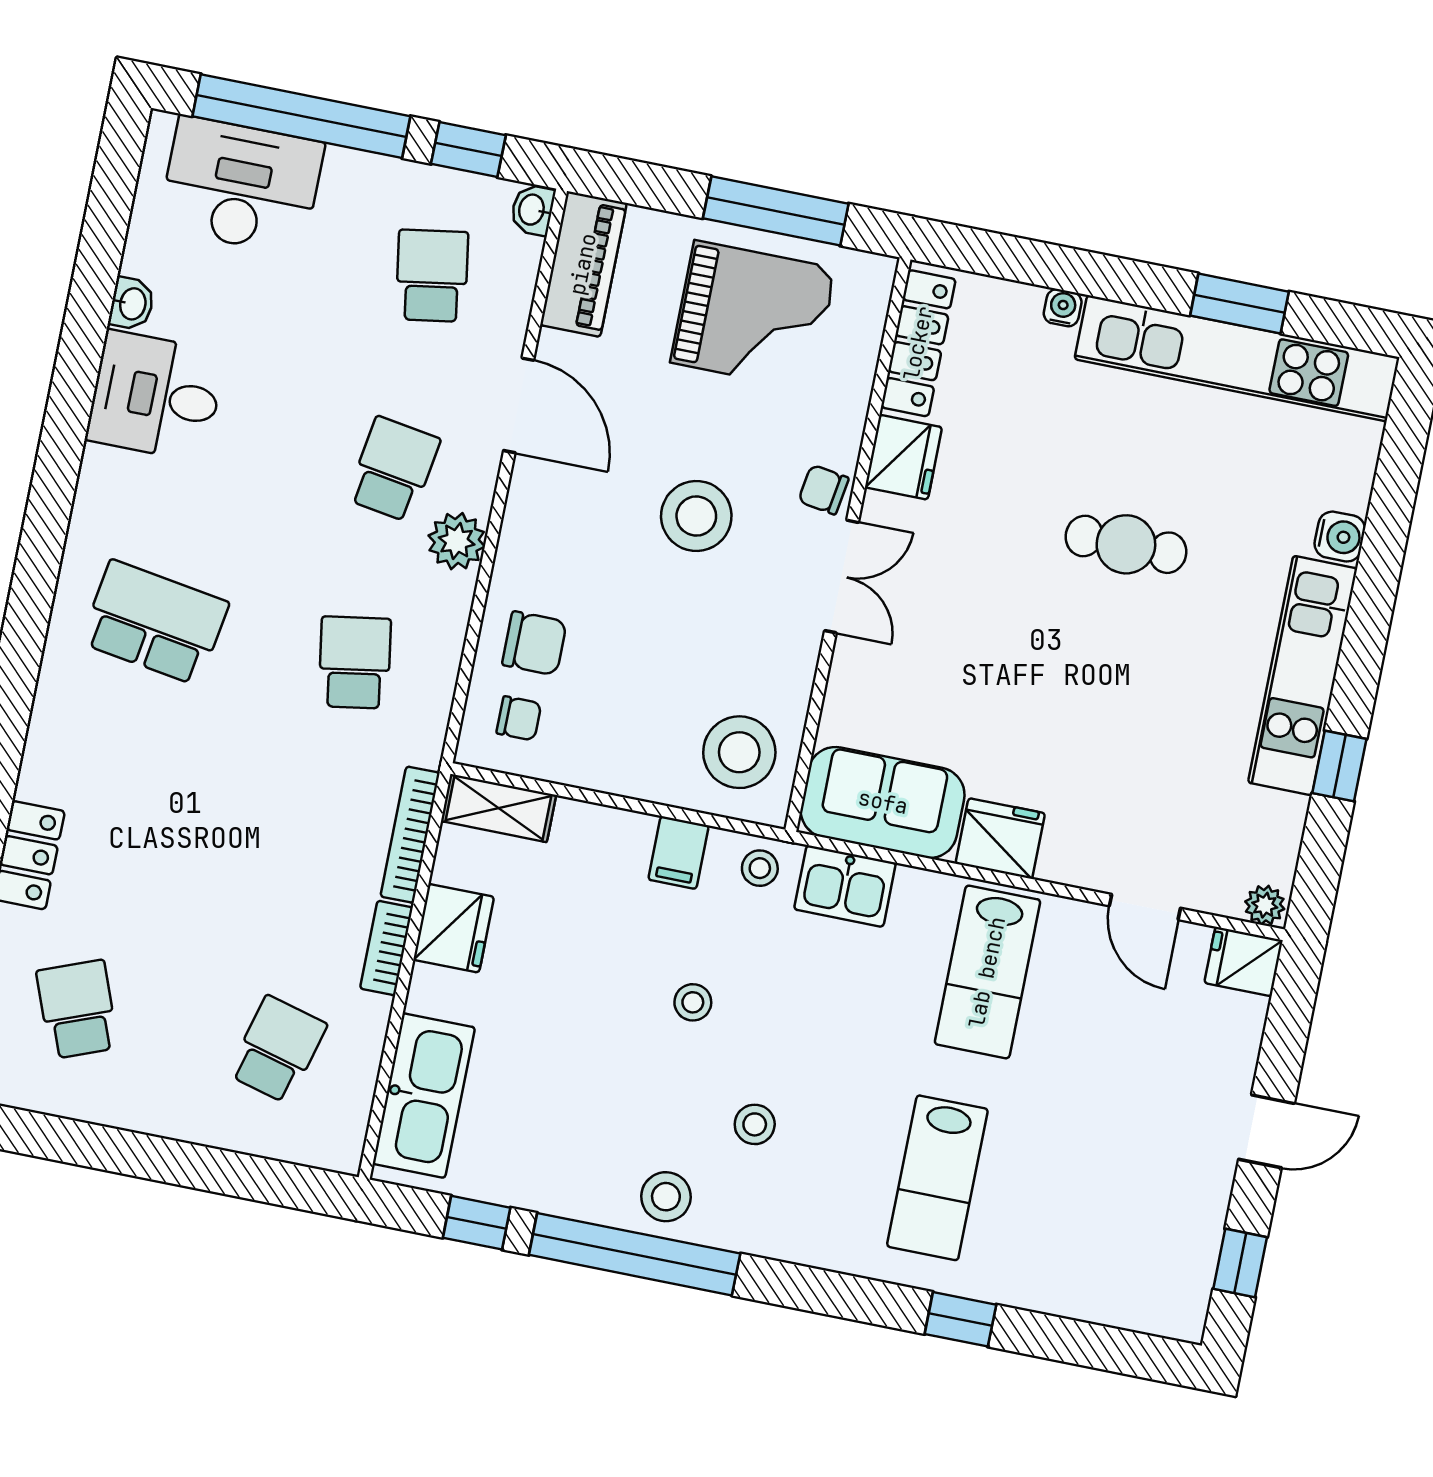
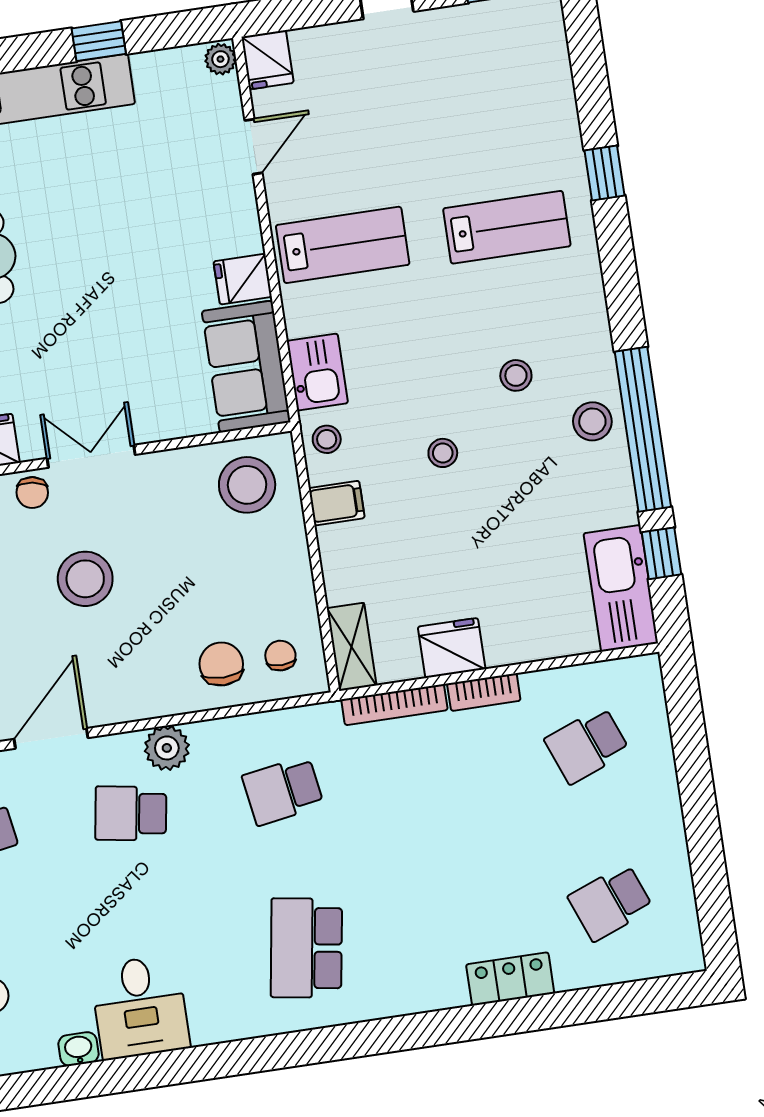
fridge: (1000, 838) -> (243, 279), width x0.72
school desk: (277, 1049) -> (587, 745), turned -36
kitchen sink: (424, 1096) -> (621, 588), moved, turned -90

